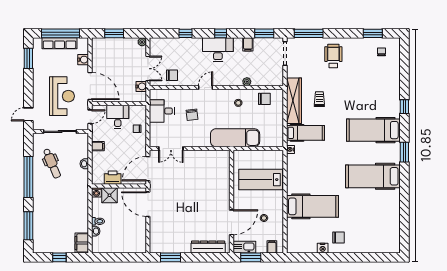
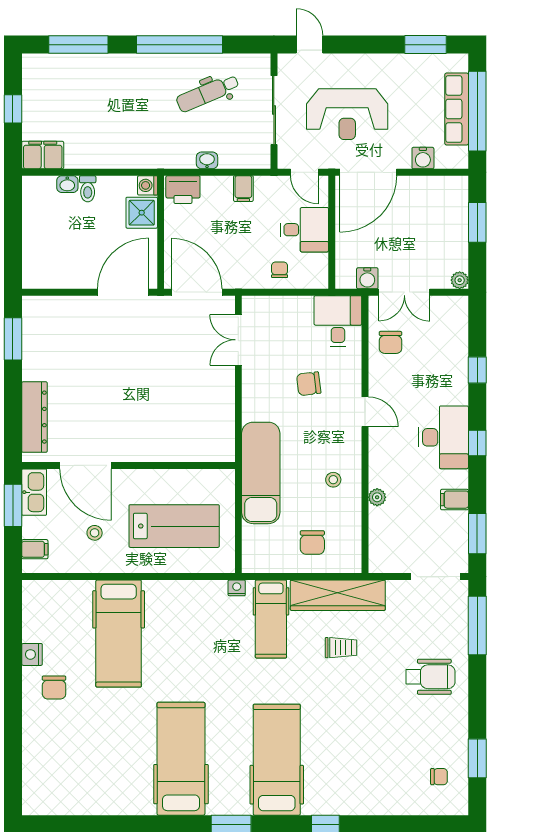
chair: (264, 99) -> (312, 542), moved
desk: (162, 111) -> (338, 321), moved
printer: (113, 178) -> (183, 190), moved, turned 90
lab bench: (261, 180) -> (174, 526), turned 90

